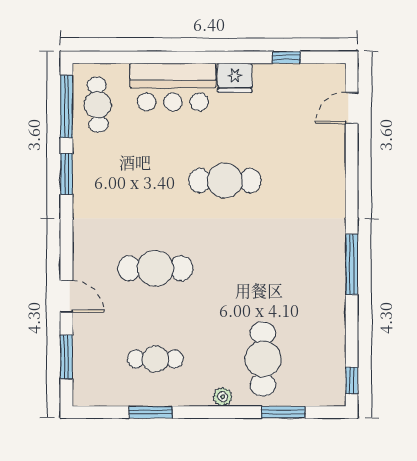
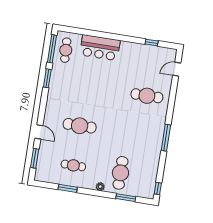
fridge: (235, 78) -> (128, 48), removed
cafe table: (225, 181) -> (147, 96), moved

